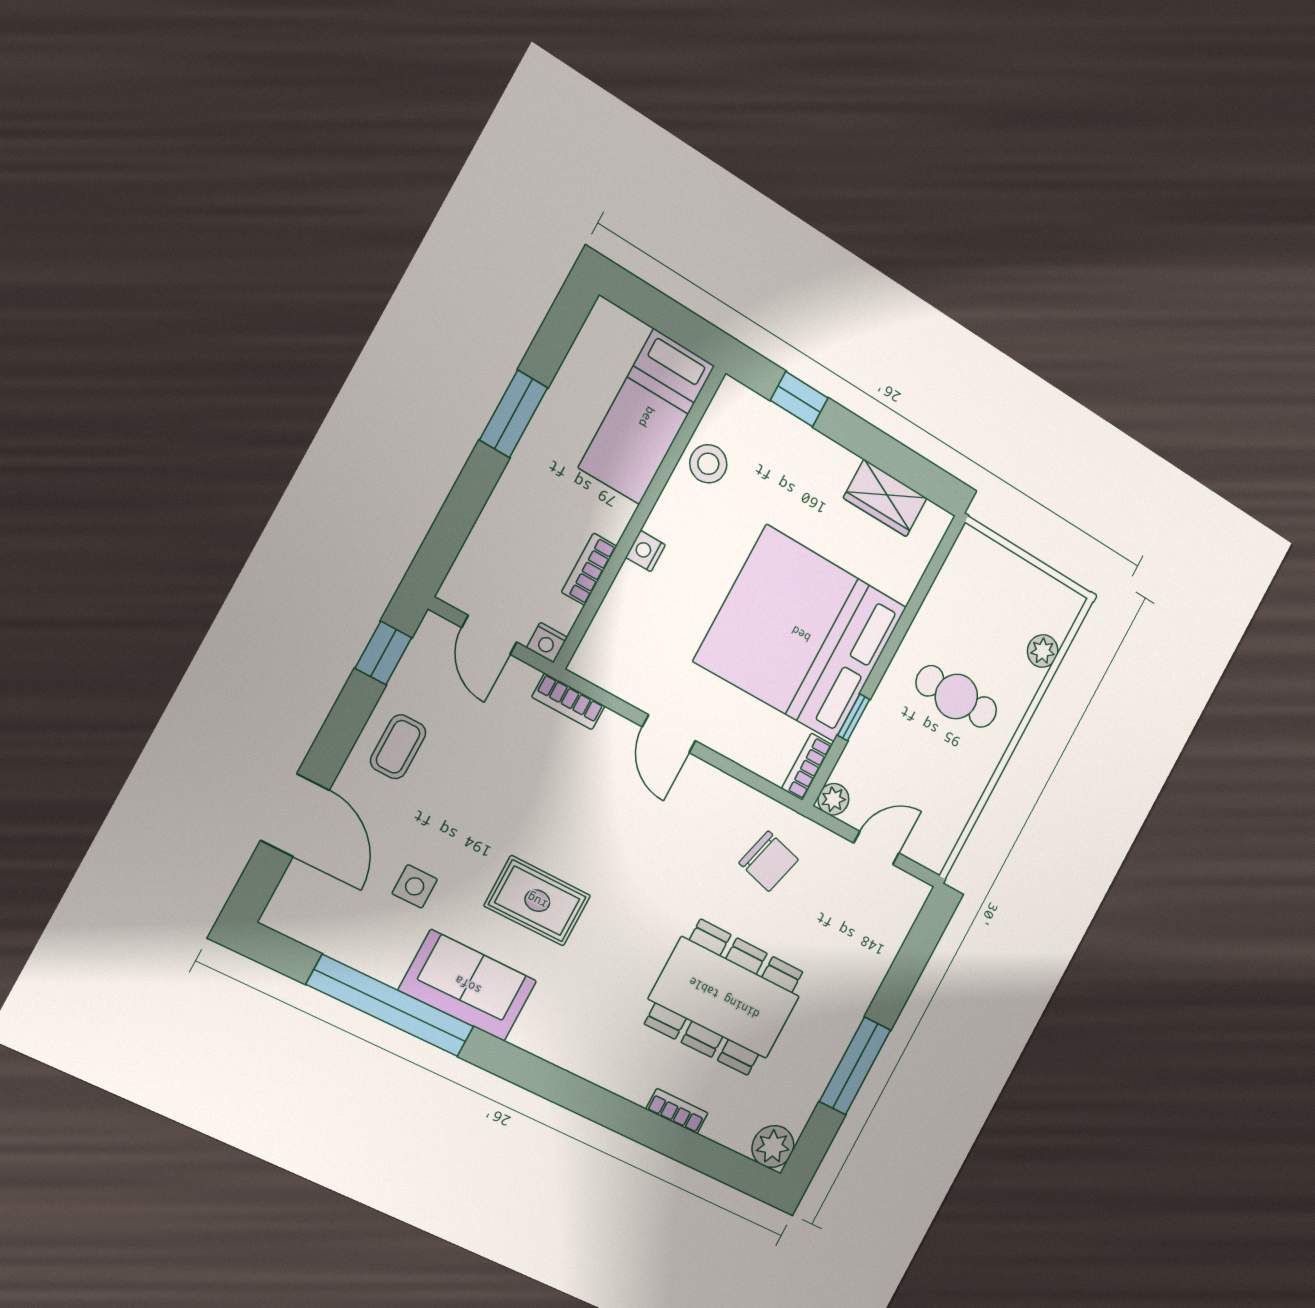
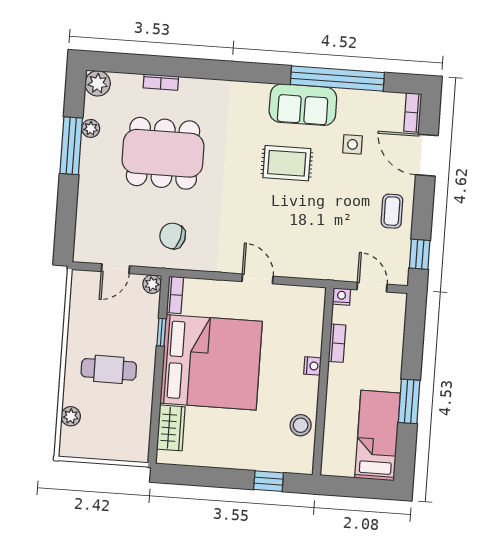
bed: (647, 417) -> (378, 436), moved
wardrobe: (885, 498) -> (171, 428), moved, turned 90
bookcase: (568, 701) -> (413, 113), moved, turned -90
plant: (815, 1081) -> (91, 128), added

